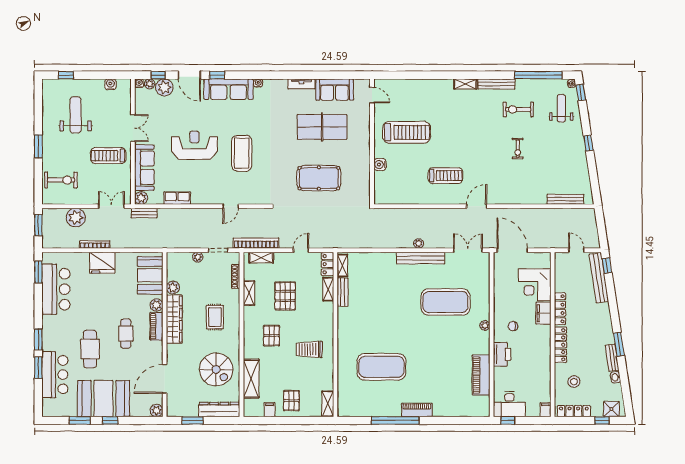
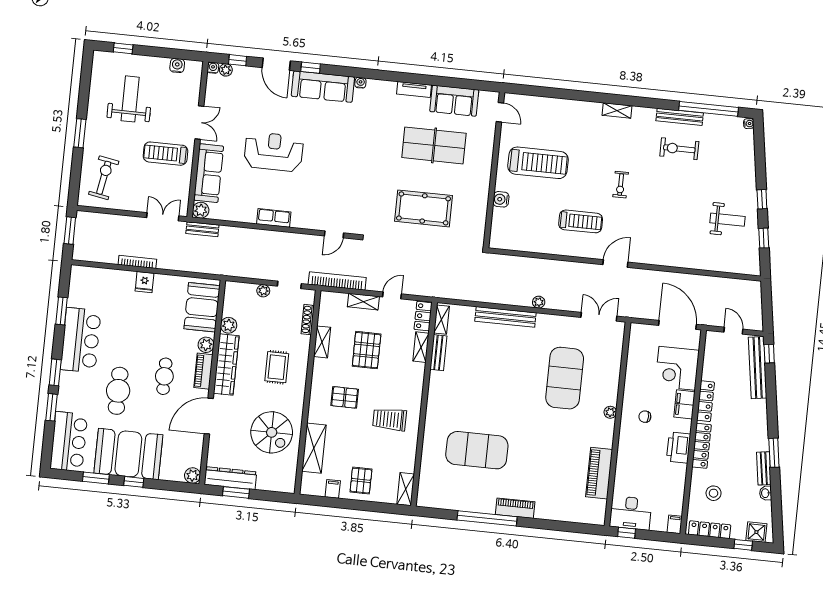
bench: (496, 84) -> (680, 117), moved
plant: (164, 87) -> (244, 76), removed
window: (581, 93) -> (764, 238), moved
weight bench: (561, 108) -> (728, 220), moved, turned 90
exercise bike: (518, 149) -> (621, 185), moved
coffee table: (242, 153) -> (331, 168), removed
exercise bike: (61, 180) -> (104, 178), turned -80
row of seats: (177, 198) -> (274, 218), moved
bench: (565, 199) -> (726, 266), removed
door: (231, 206) -> (334, 234), moved
plant: (76, 218) -> (117, 226), removed
door: (512, 250) -> (677, 325), moved
shelving: (261, 258) -> (363, 302), moved
bench: (421, 258) -> (505, 317), moved
fridge: (102, 263) -> (145, 282), width x0.53, depth x0.75
window: (38, 272) -> (62, 311), moved
bar counter: (56, 289) -> (81, 340), moved
exercise mat: (446, 302) -> (565, 378), turned 90
pallet: (272, 336) -> (345, 397), turned 90
printer: (502, 354) -> (678, 448), moved, turned 180
bar counter: (55, 375) -> (69, 441), moved
door: (165, 379) -> (209, 416), moved
dresser: (219, 409) -> (230, 478), moved

